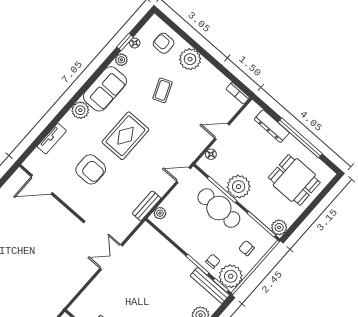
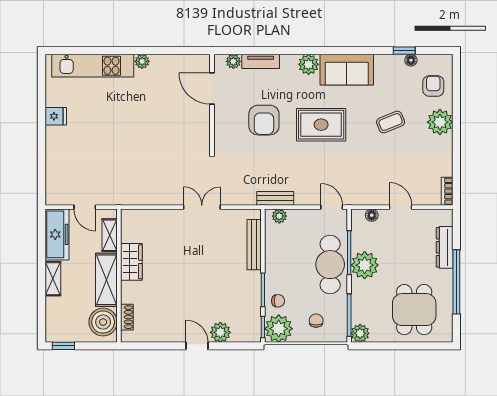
plant: (121, 60) -> (233, 61), moved
bench: (210, 285) -> (254, 245), moved

